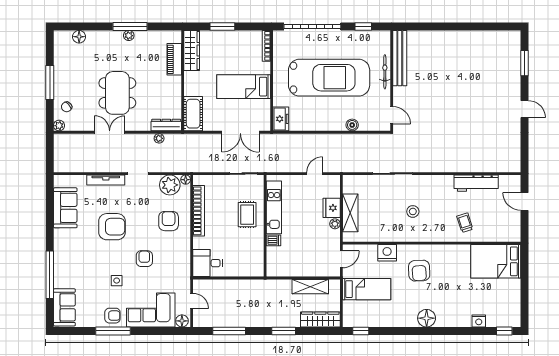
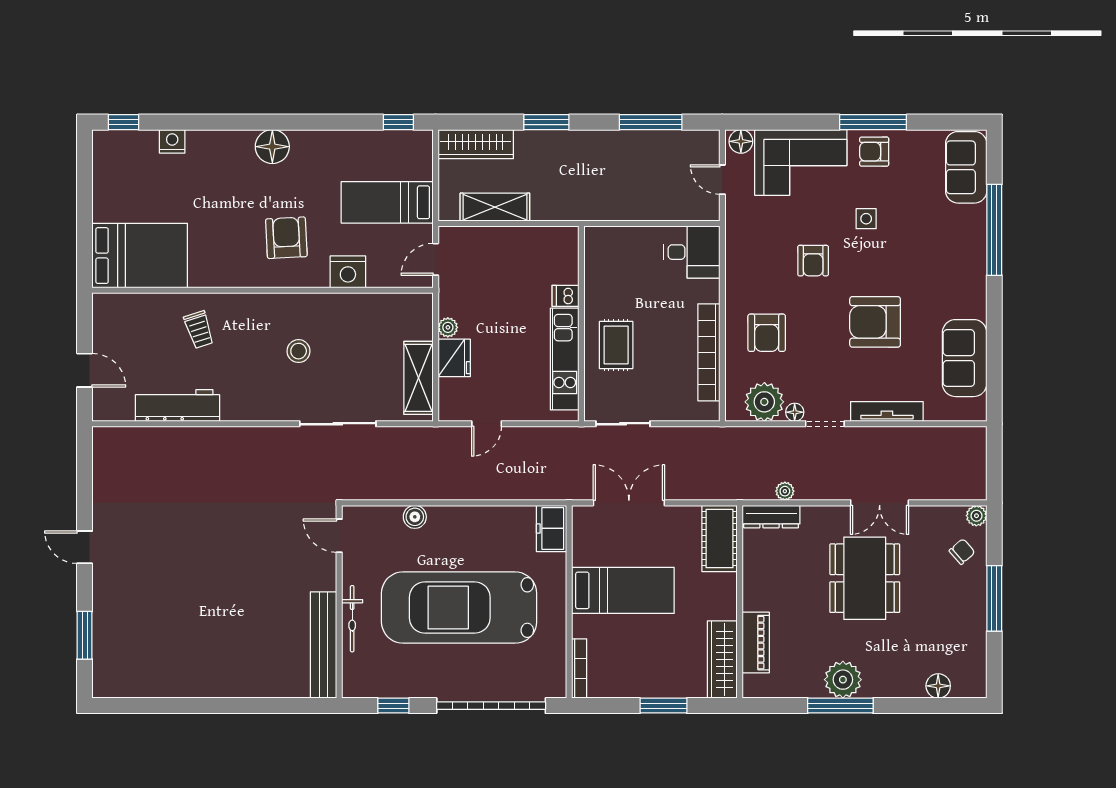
plant: (129, 36) -> (843, 680), width x1.87, depth x1.87
floor lamp: (186, 180) -> (795, 412), moved
shelving: (350, 213) -> (419, 378), moved

